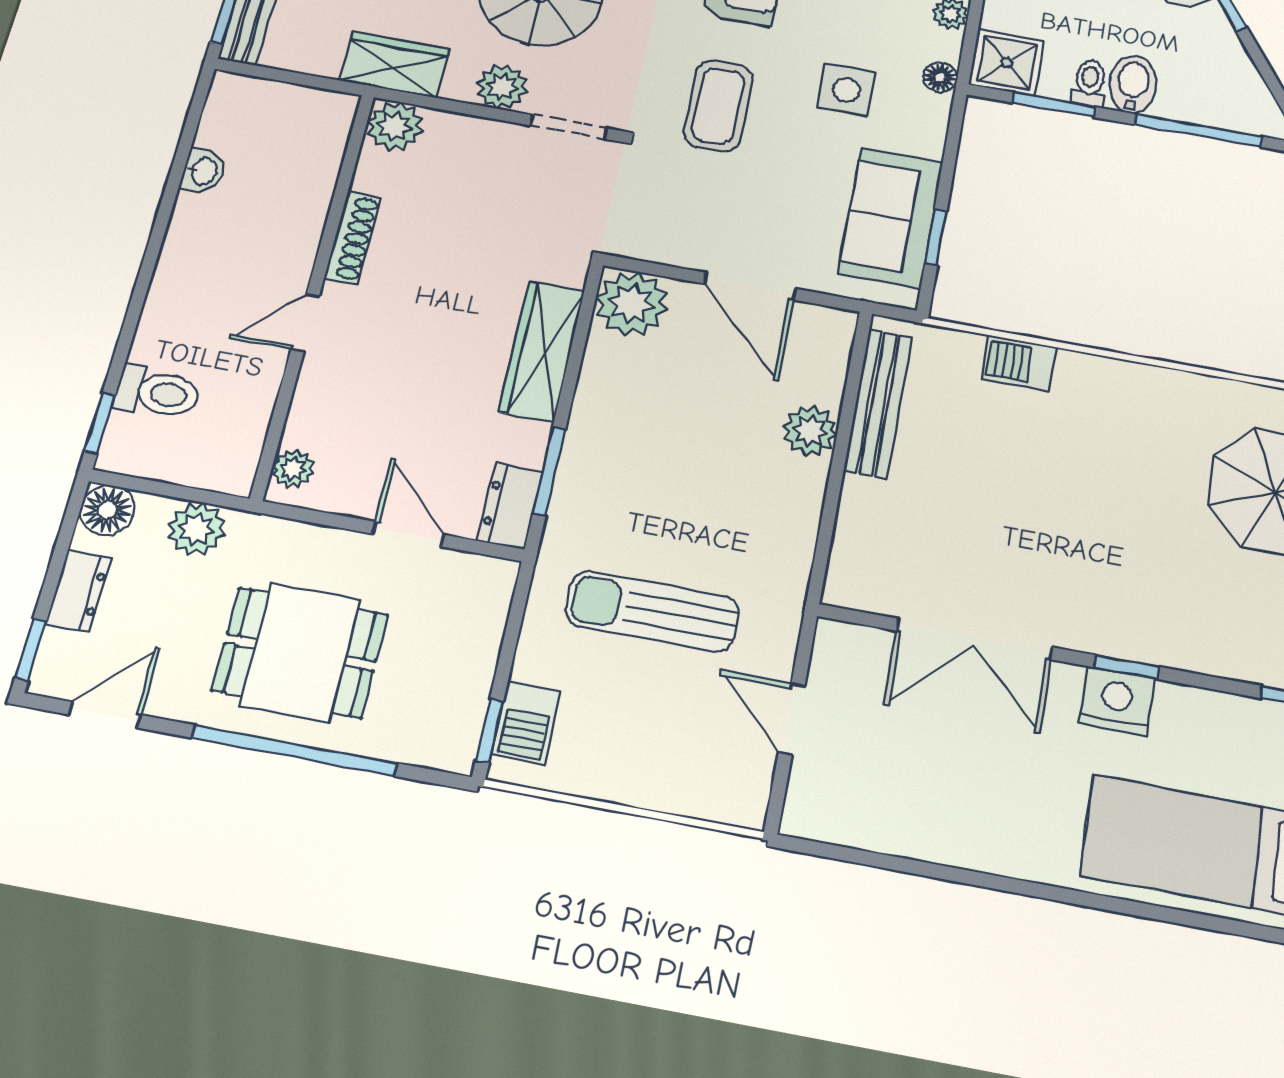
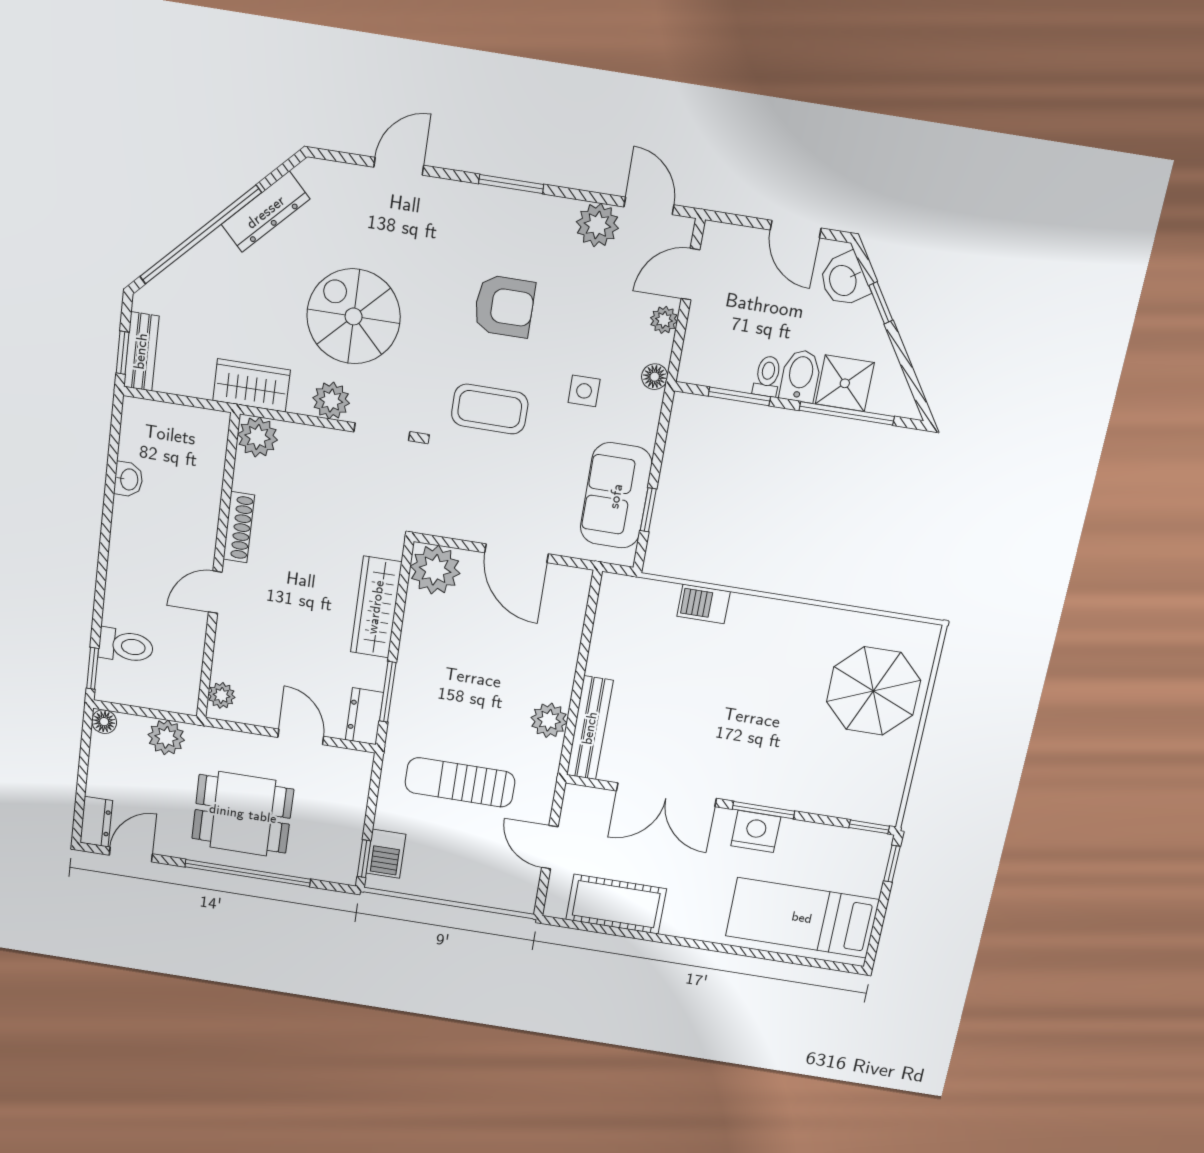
shower: (1007, 62) -> (845, 383), moved
side table: (846, 90) -> (584, 391), width x0.73, depth x0.73
coffee table: (718, 106) -> (490, 409), turned 90
bench: (878, 403) -> (590, 728), moved
plant: (810, 431) -> (549, 720), moved
floor lamp: (107, 510) -> (104, 722), width x0.73, depth x0.73
dresser: (79, 591) -> (96, 822), moved
window: (31, 650) -> (79, 817), removed
window: (1126, 667) -> (763, 810), width x1.50
cot: (899, 817) -> (616, 904), added

